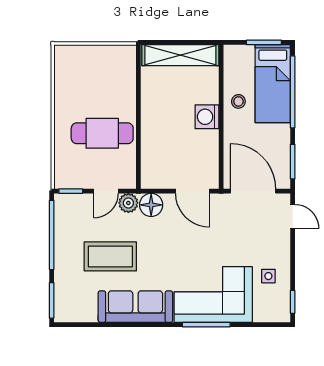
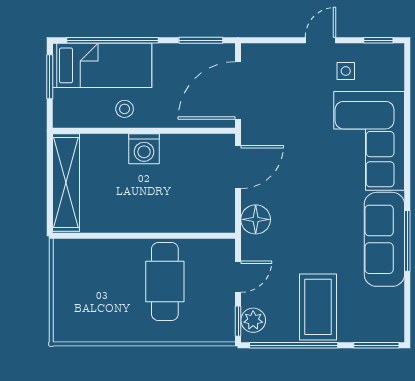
door: (106, 191) -> (238, 277), hinge flipped
plant: (128, 203) -> (253, 320), moved
door: (293, 217) -> (320, 40), moved
coffee table: (110, 256) -> (318, 307), moved
window: (206, 325) -> (407, 241), moved

